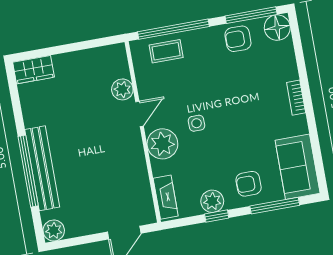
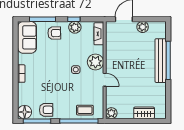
wardrobe: (34, 70) -> (144, 113), moved
plant: (122, 89) -> (111, 113), moved
door: (140, 114) -> (105, 80), swing flipped
plant: (54, 230) -> (143, 27), moved

